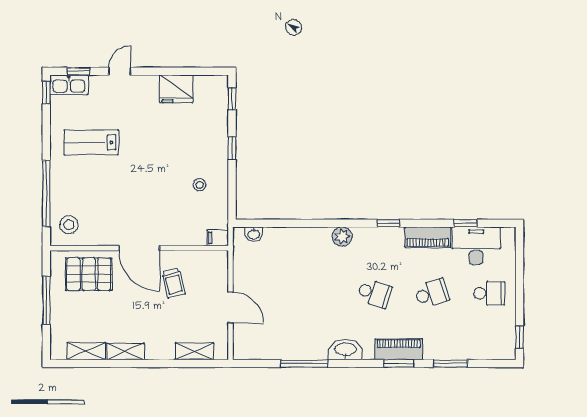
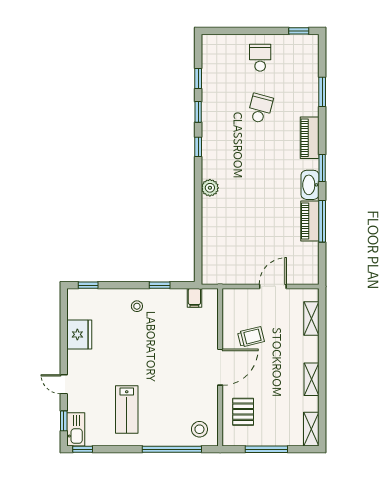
window: (232, 148) -> (160, 285), moved
stool: (200, 185) -> (137, 306), moved
window: (428, 223) -> (198, 112), added
washbasin: (254, 234) -> (208, 266), removed
piano: (428, 237) -> (310, 221), moved, turned 180
filing cabinet: (218, 238) -> (194, 298), moved
desk: (476, 246) -> (218, 69), removed
pallet: (89, 274) -> (243, 412), width x0.67, depth x0.71
school desk: (374, 293) -> (260, 159), removed
school desk: (432, 293) -> (260, 109), turned 33
shelving: (86, 351) -> (311, 429), moved
window: (399, 364) -> (322, 168), moved

